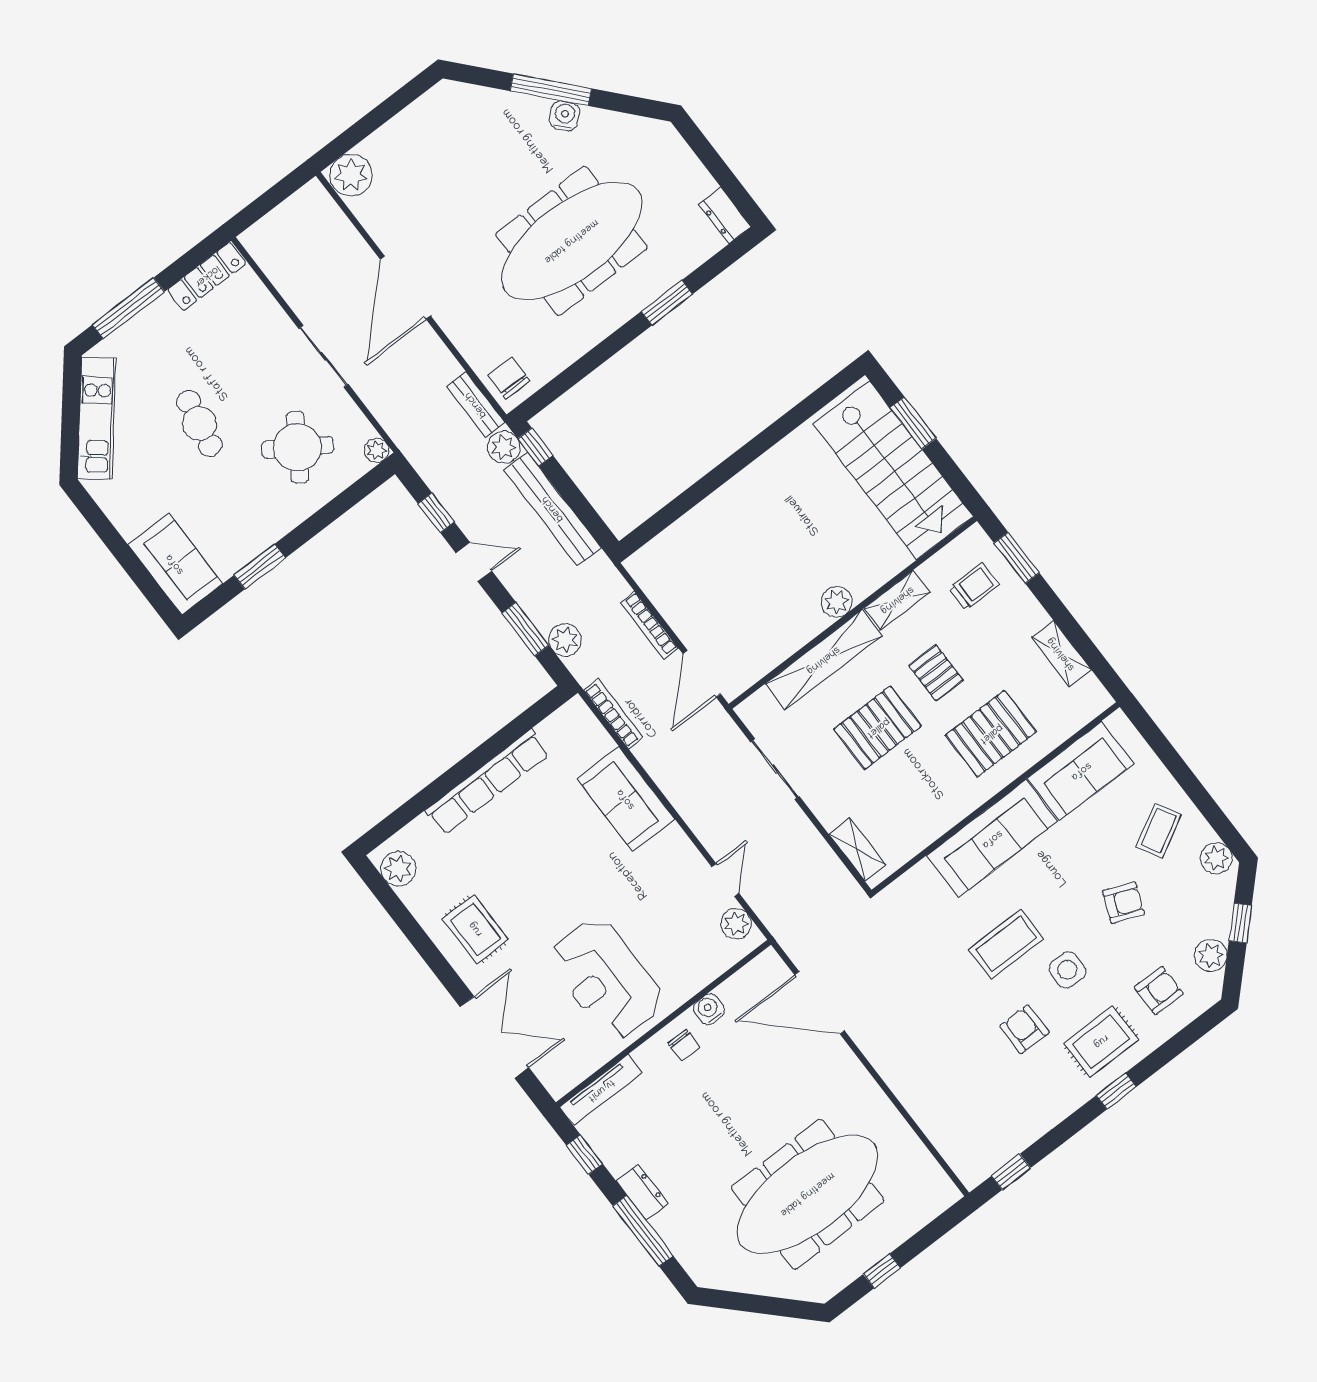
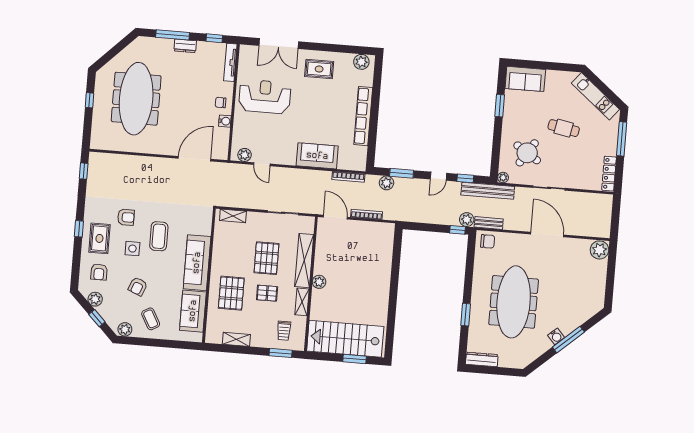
dresser: (725, 215) -> (482, 359), width x1.44
bench: (553, 509) -> (488, 191), moved

